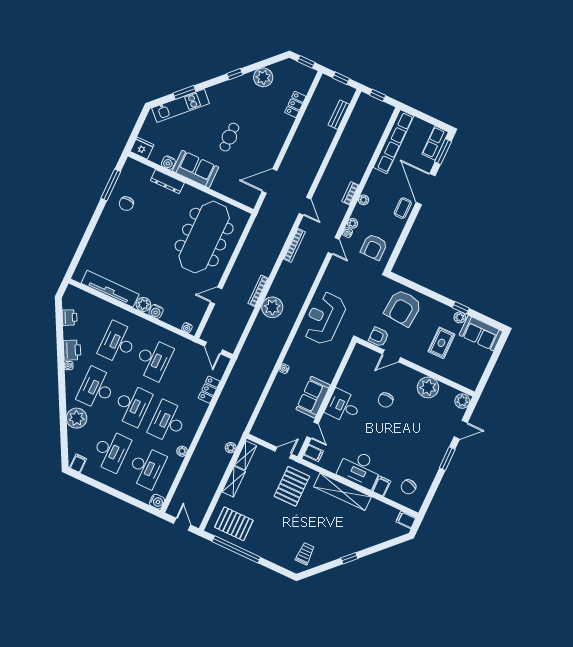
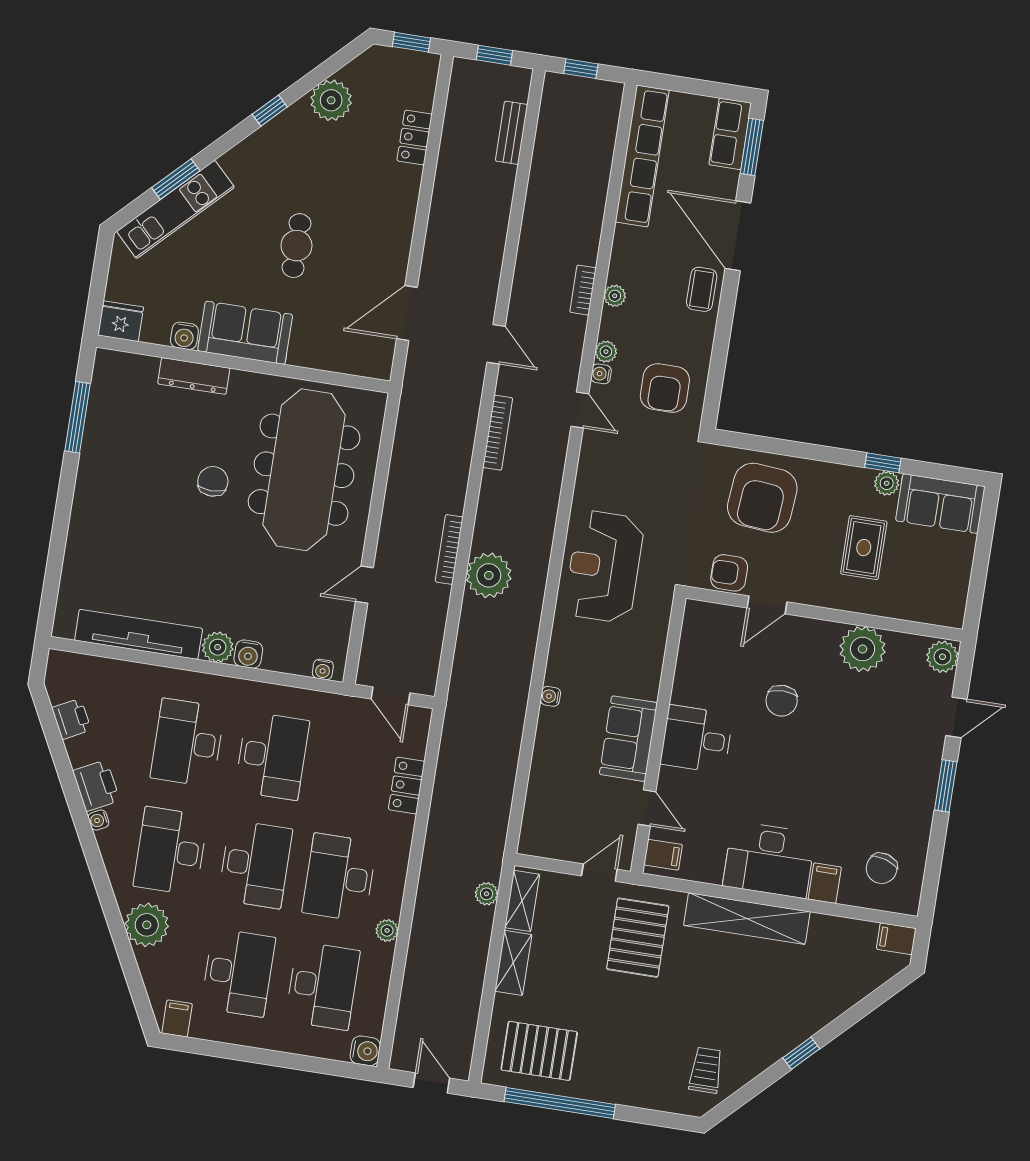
chair: (126, 204) -> (213, 481), moved, turned 180

